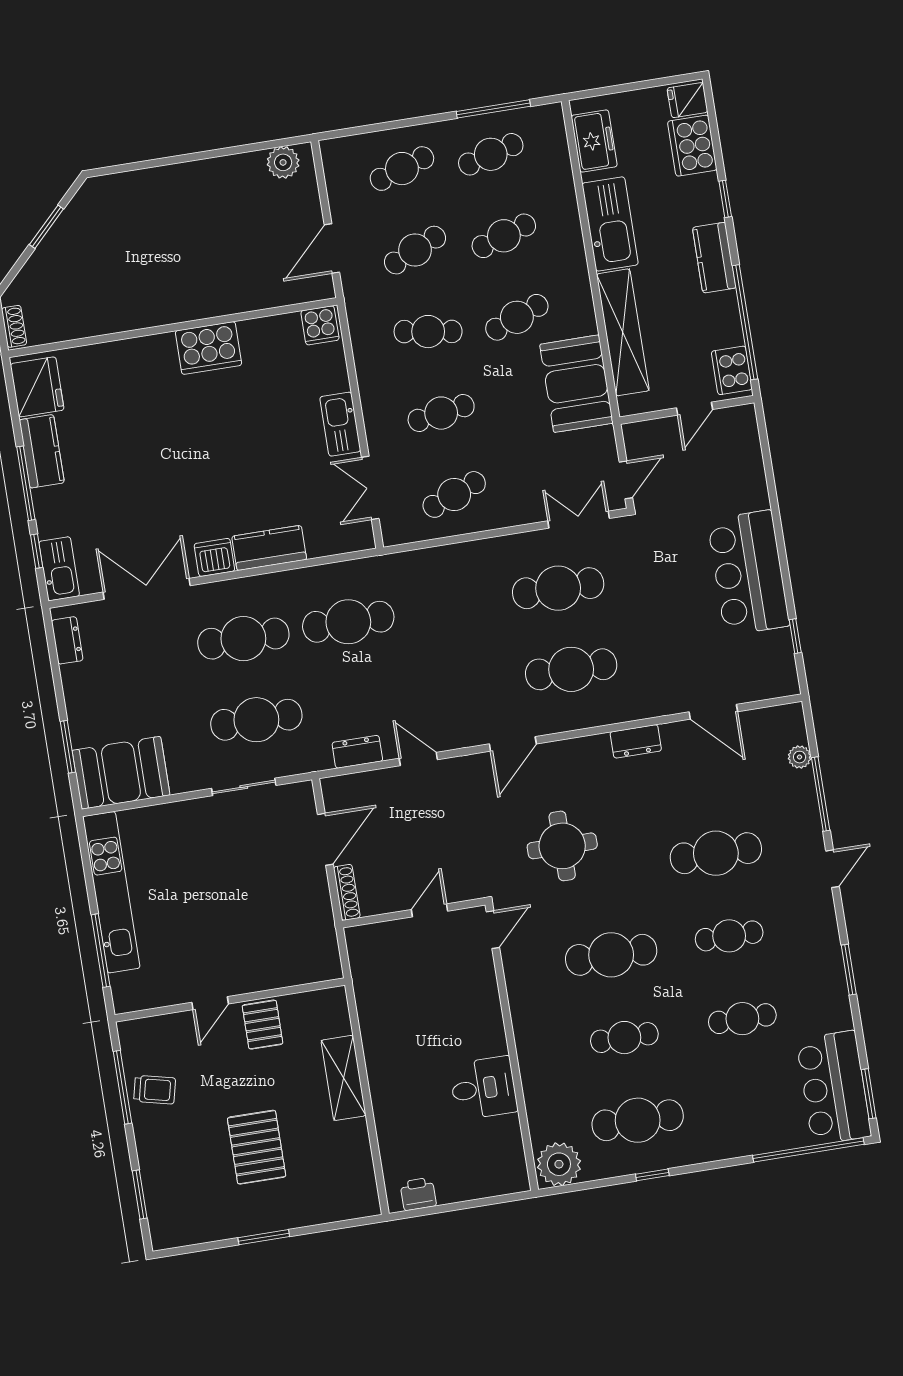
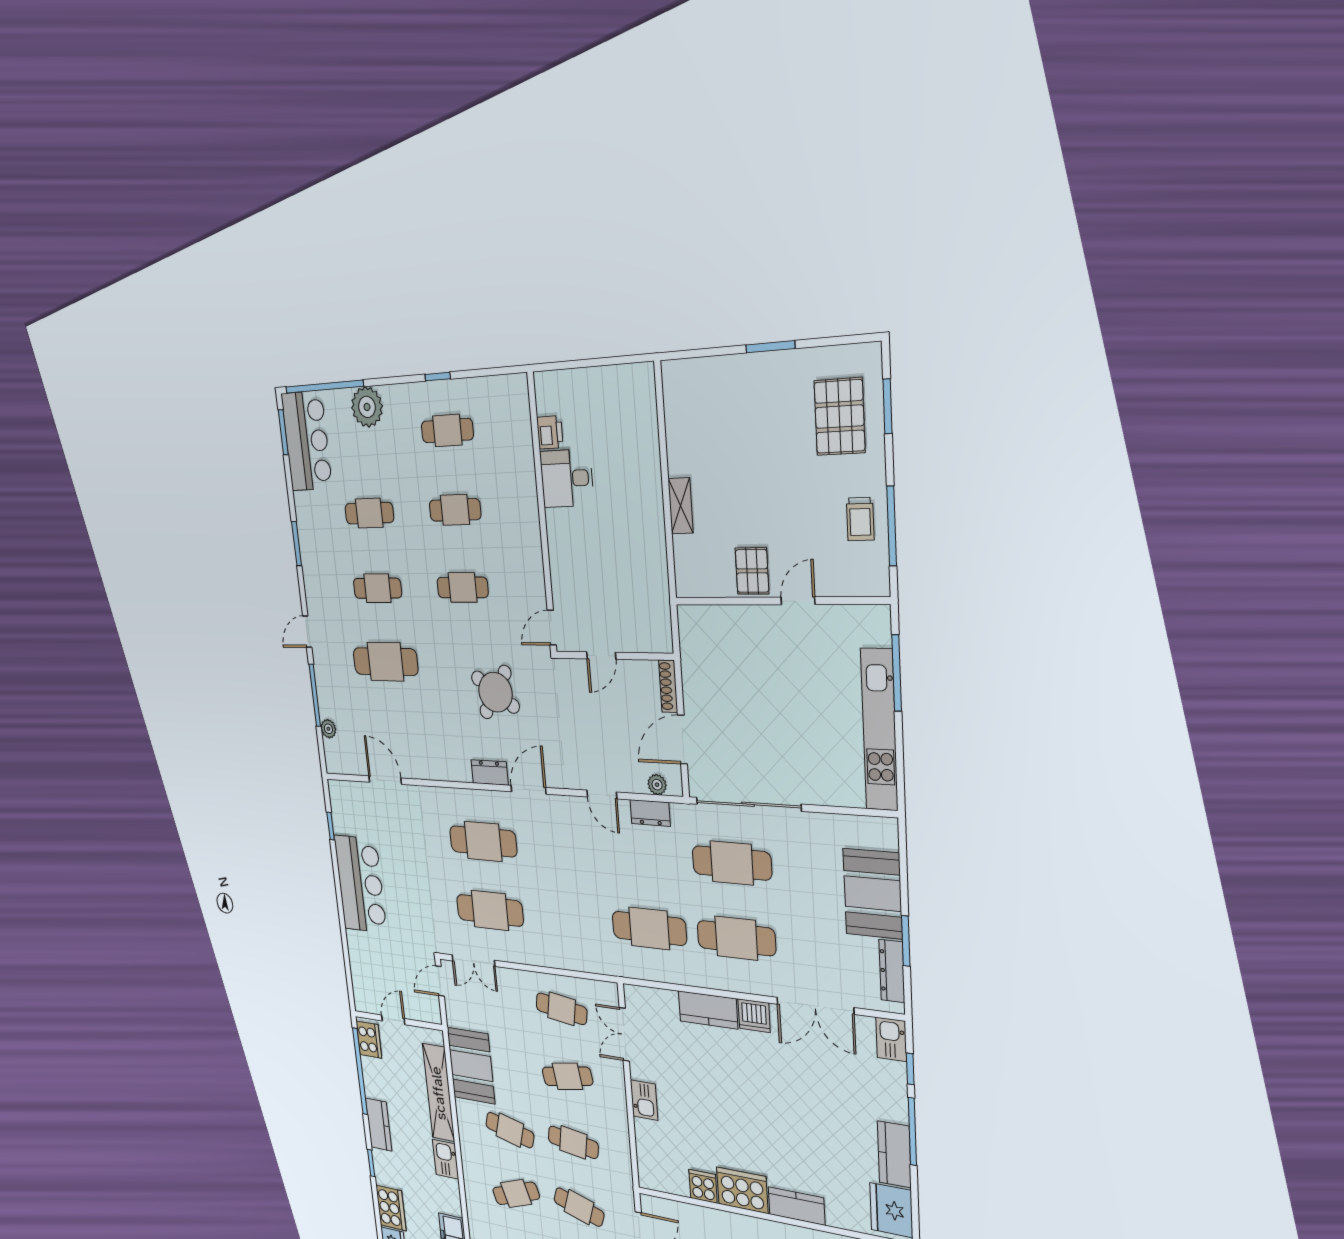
kitchen sink: (610, 224) -> (446, 1159), width x0.53, depth x0.81
cafe table: (415, 250) -> (579, 1207), turned 42
cafe table: (517, 317) -> (510, 1130), turned 36
cooker: (320, 325) -> (703, 1186), moved
kitchen counter: (143, 353) -> (797, 1206), added
kitchen sink: (340, 424) -> (644, 1100), width x0.73
double door: (370, 488) -> (624, 1034), swing flipped
cafe table: (454, 494) -> (562, 1009), turned 30
kitchen sink: (59, 569) -> (891, 1039), width x0.73
dresser: (67, 640) -> (892, 971), width x1.44
dresser: (636, 741) -> (490, 772), moved
window: (68, 747) -> (906, 941), moved
booth: (121, 773) -> (873, 894), moved, turned 90
plant: (351, 785) -> (657, 785), added
sliding door: (244, 787) -> (748, 804), width x1.86
round table: (562, 846) -> (495, 692), turned 34
cafe table: (611, 955) -> (463, 587), width x0.73, depth x0.74
shelving: (344, 1078) -> (681, 506), width x0.67, depth x0.75
trolley: (155, 1090) -> (860, 519), turned -103
cafe table: (638, 1120) -> (447, 431), width x0.73, depth x0.74
pallet: (257, 1147) -> (840, 417), moved
plant: (559, 1164) -> (367, 407), moved
printer: (418, 1194) -> (550, 432), moved, turned -90

